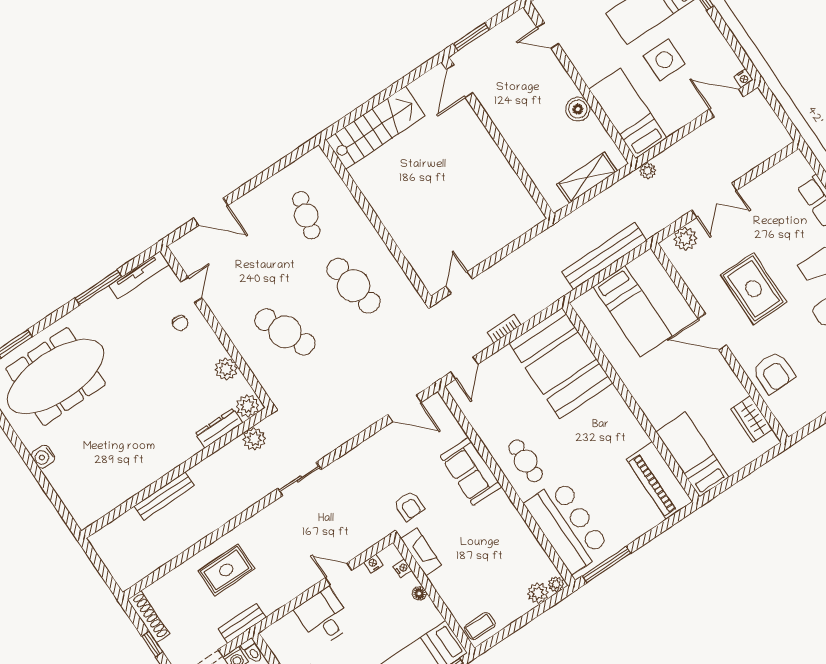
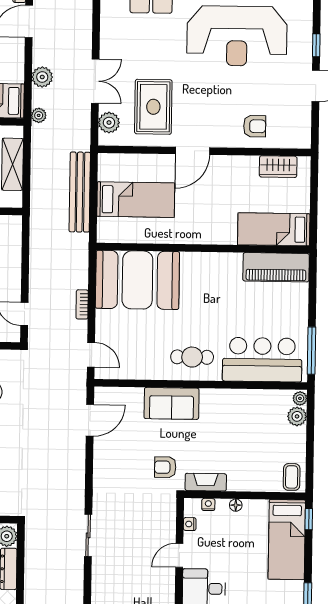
rug: (753, 289) -> (153, 107), moved, turned 90
armchair: (773, 373) -> (255, 126), width x0.72, depth x0.72
plant: (254, 439) -> (42, 77), moved
armchair: (409, 506) -> (165, 467), turned 180

